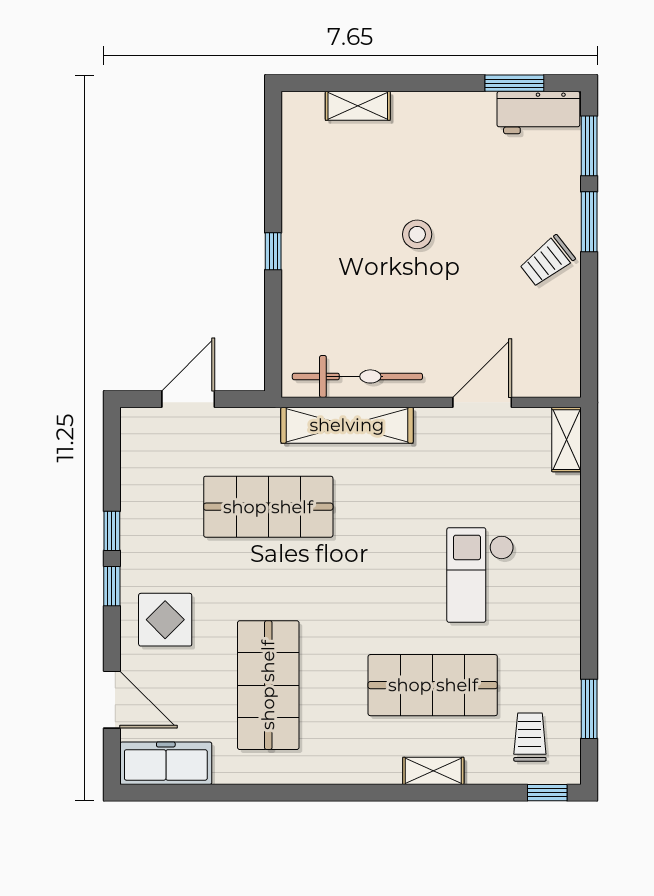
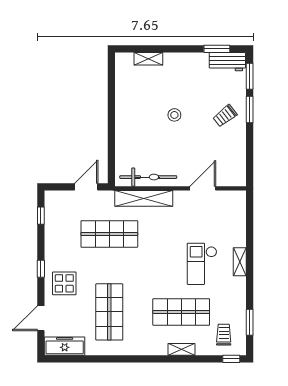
window: (273, 251) -> (111, 122), removed
trolley: (547, 261) -> (225, 116), moved
door: (188, 399) -> (86, 187), moved
shelving: (566, 440) -> (240, 262), moved
window: (112, 531) -> (41, 216), moved
door: (112, 700) -> (41, 318), swing flipped

